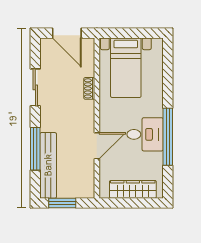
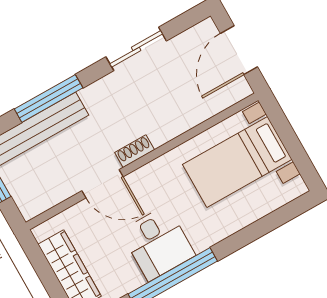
shoe rack: (89, 88) -> (135, 151), moved

